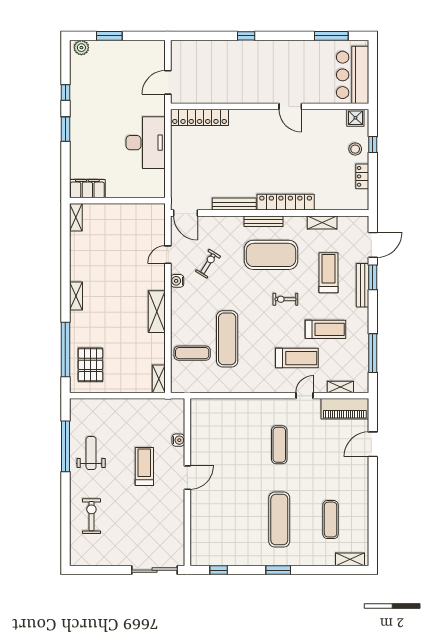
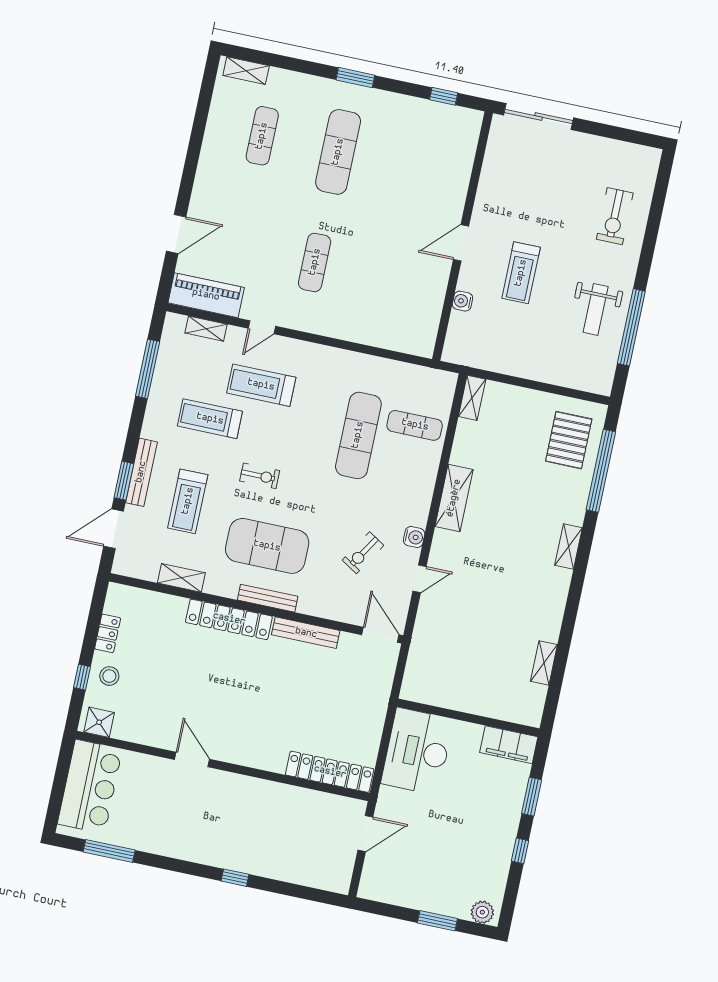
filing cabinet: (87, 189) -> (509, 745), moved
wall: (117, 201) -> (468, 718), moved

